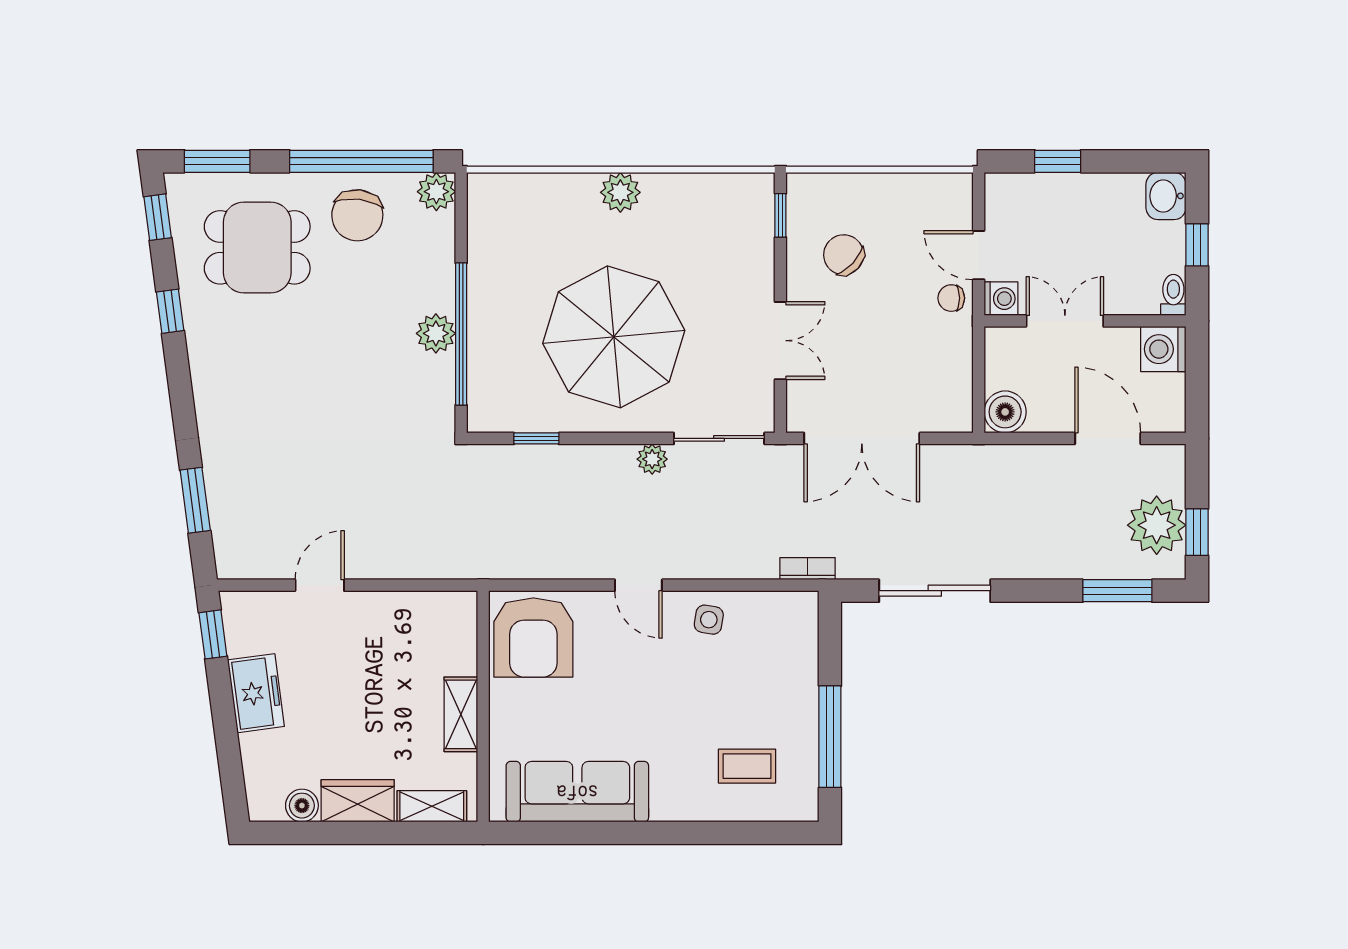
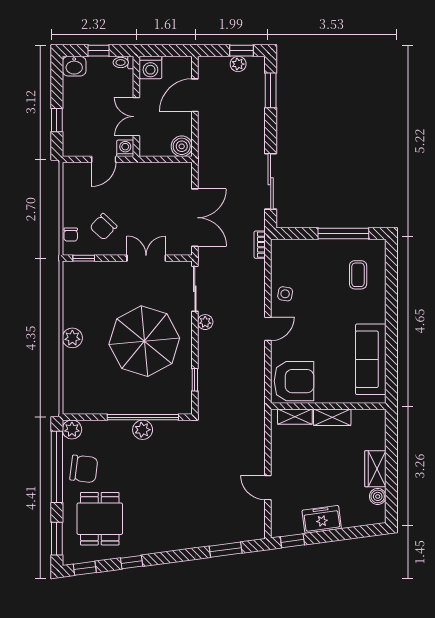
chair: (951, 298) -> (71, 235), moved
plant: (1157, 525) -> (238, 64), width x0.53, depth x0.53
shelving: (432, 806) -> (295, 417), moved, turned 90

